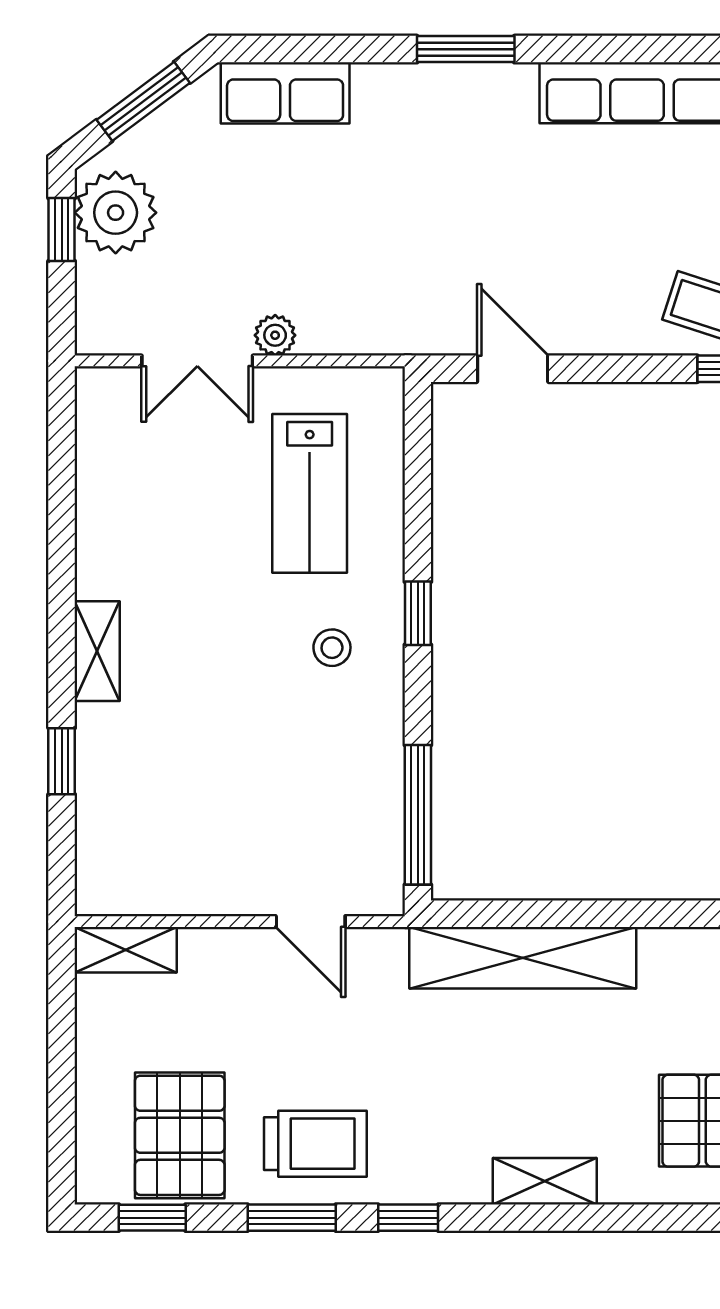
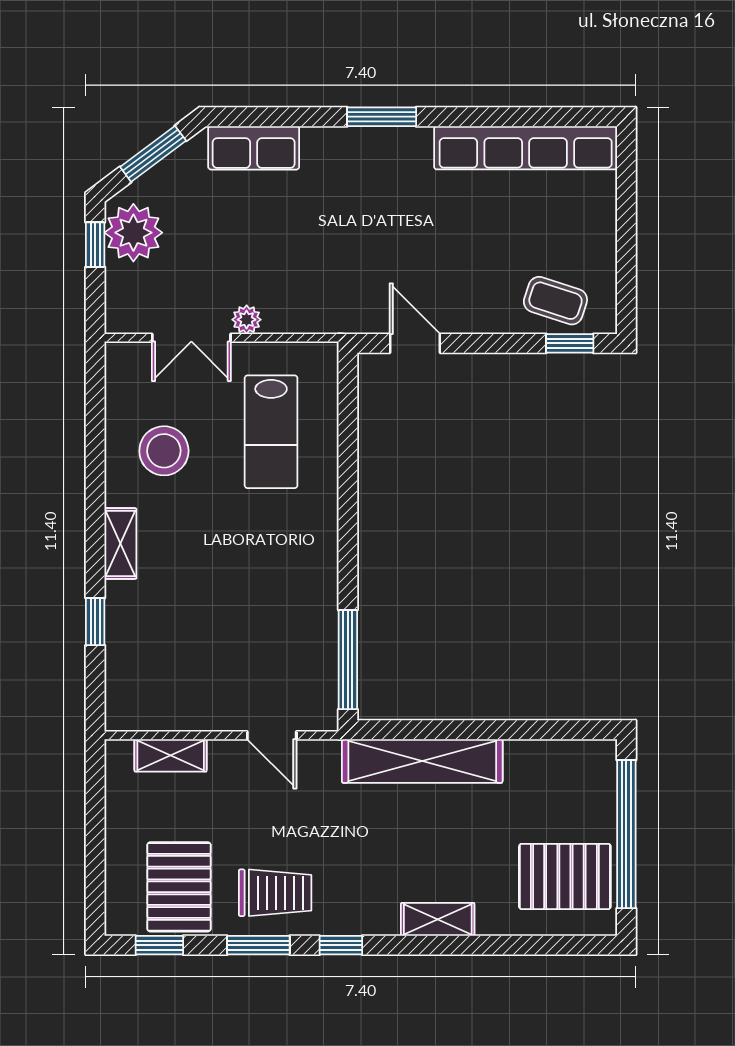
window: (418, 613) -> (348, 517), removed
stool: (332, 648) -> (164, 451), moved, width x1.89, depth x1.89
shelving: (126, 950) -> (171, 755), moved

